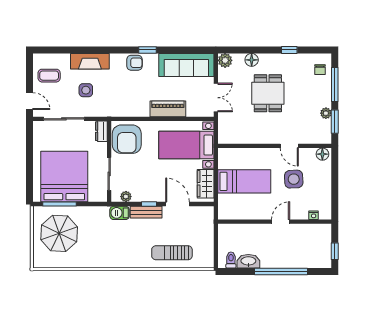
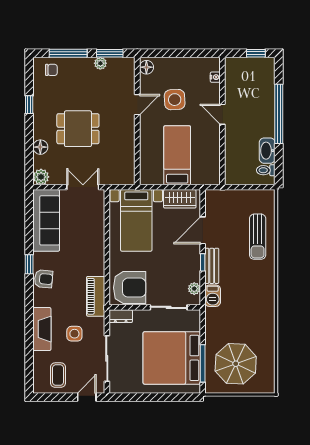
armchair: (135, 63) -> (44, 279), turned 95
piano: (168, 109) -> (96, 296), moved

